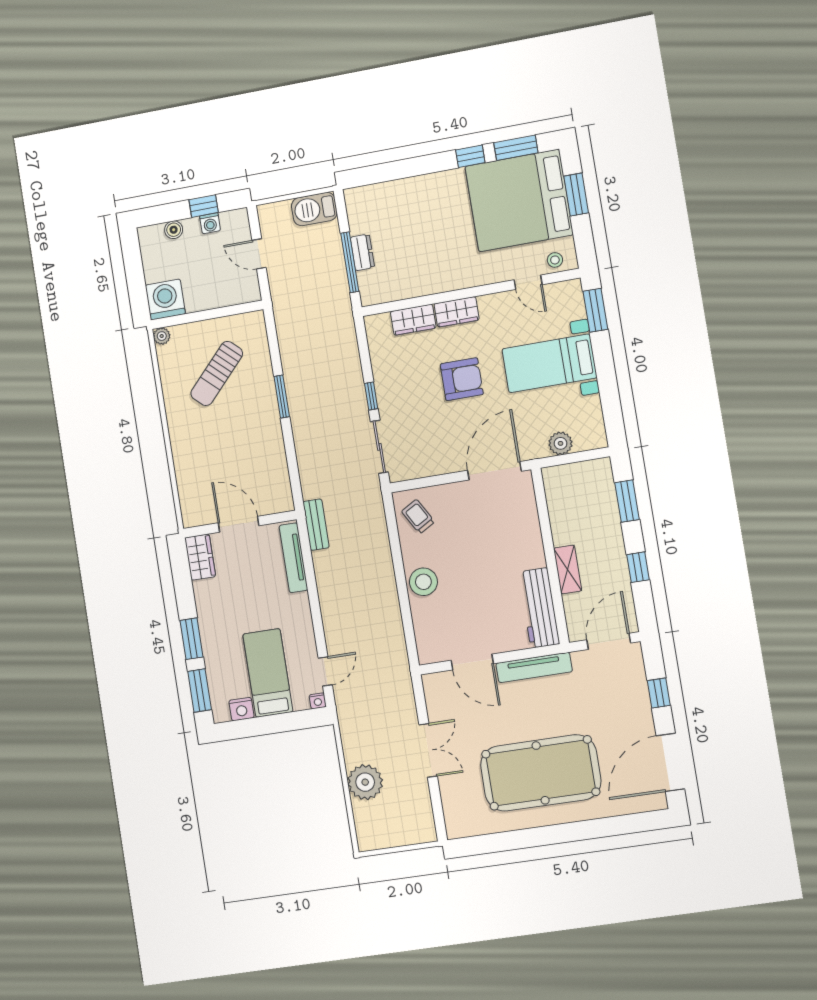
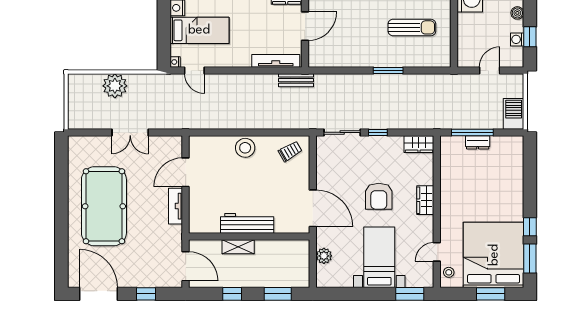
wardrobe: (413, 320) -> (419, 144), moved, turned -90
sun lounger: (217, 373) -> (412, 27), turned 137
workbench: (539, 608) -> (247, 223), moved
tv unit: (534, 667) -> (176, 206), width x0.71

